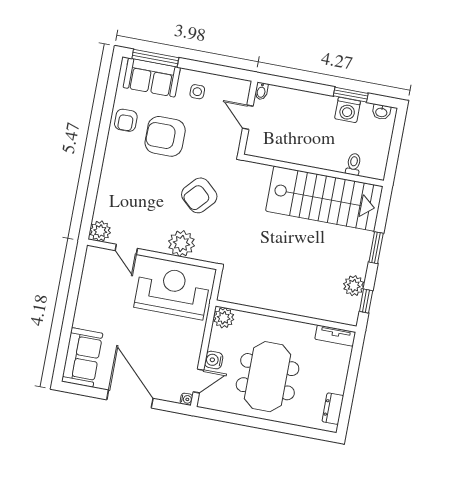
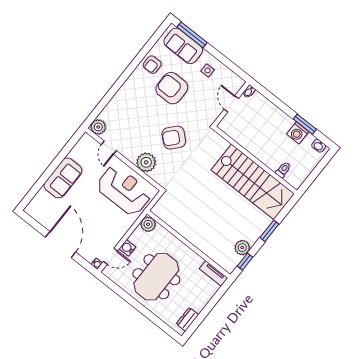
sofa: (82, 357) -> (63, 178), moved

